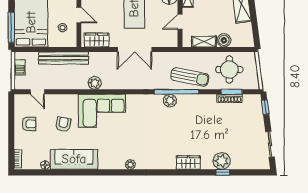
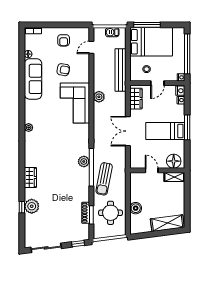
shelving: (204, 42) -> (135, 191), removed
sliding door: (270, 144) -> (46, 248), width x1.37

